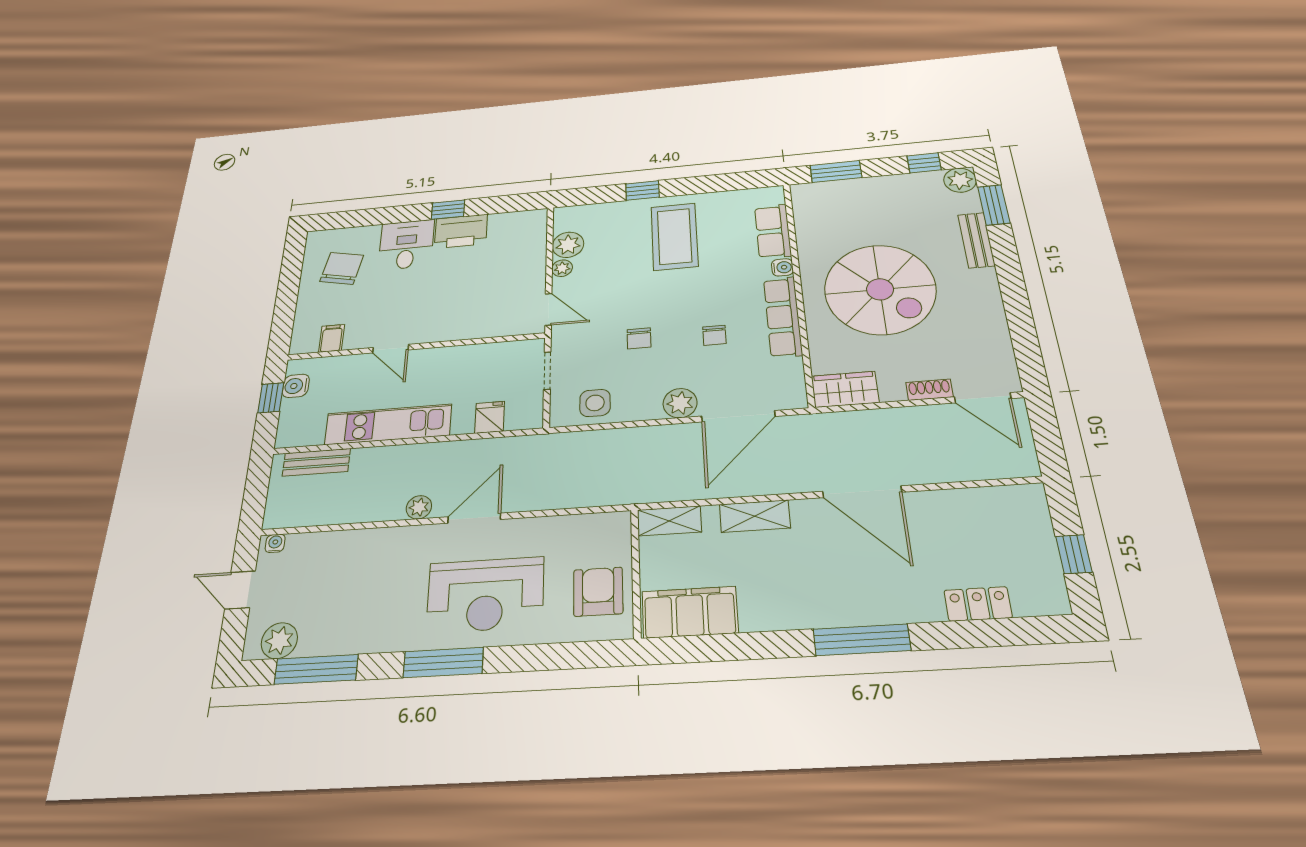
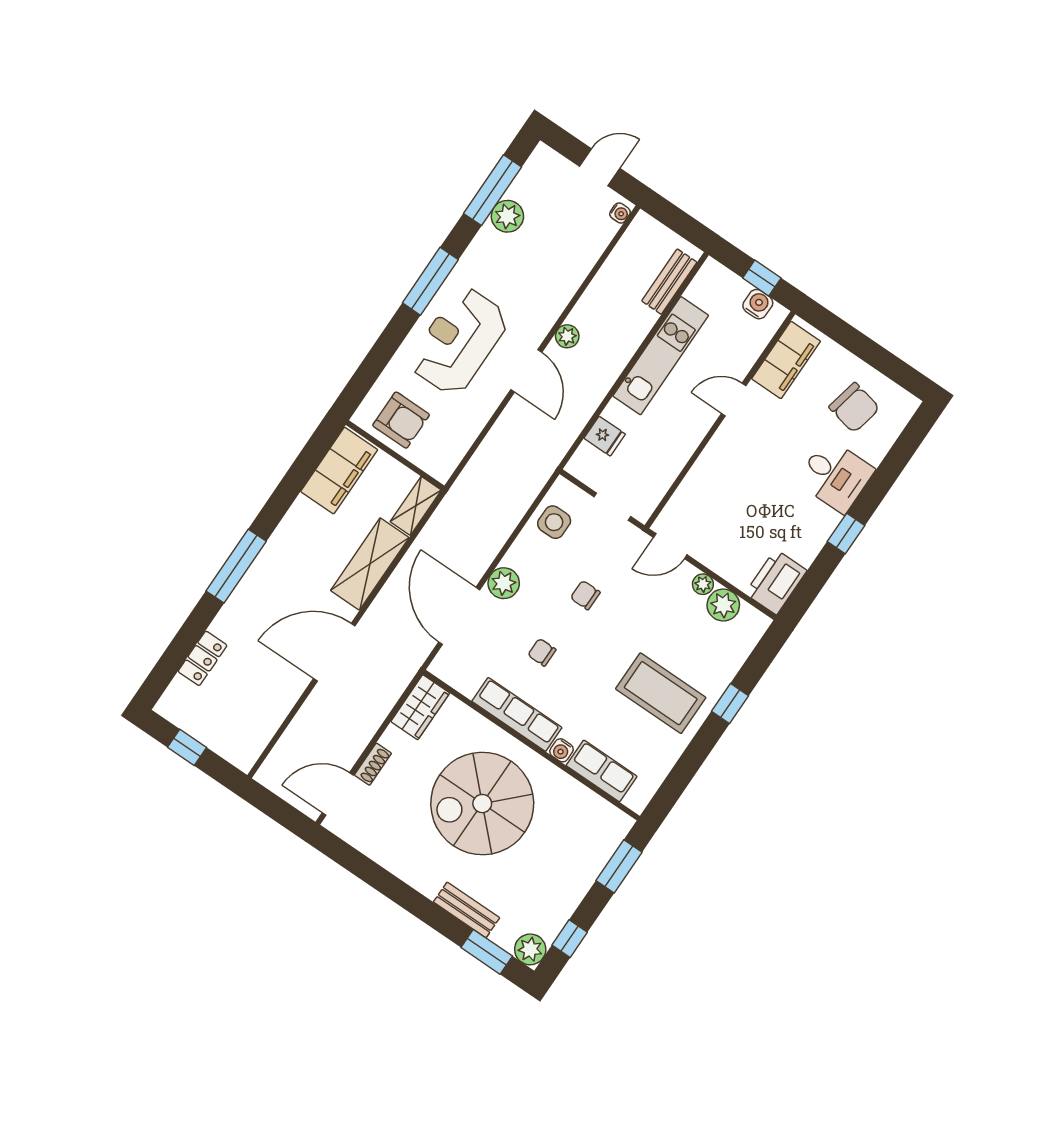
printer: (461, 231) -> (776, 582), moved
filing cabinet: (332, 338) -> (786, 360), width x3.00, depth x1.17
shelving: (755, 516) -> (370, 564), width x1.50, depth x1.33
plant: (279, 641) -> (507, 216), moved

